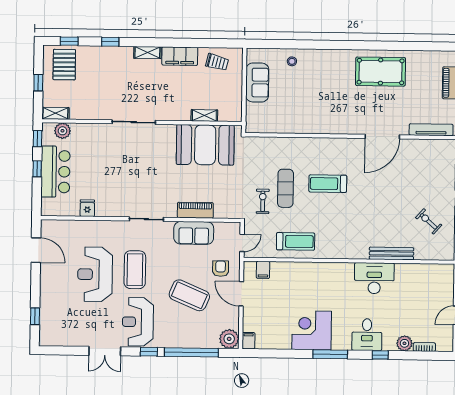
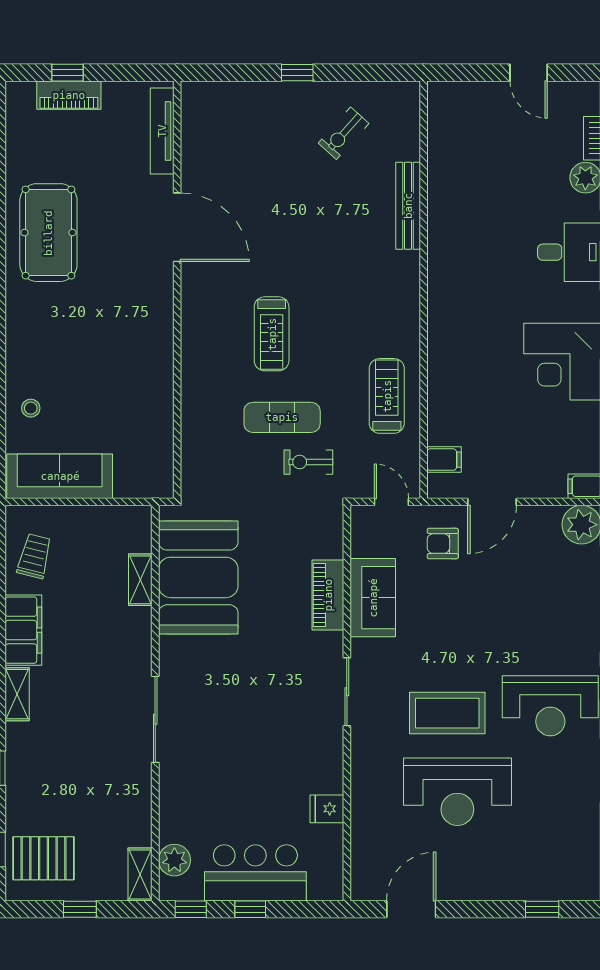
sofa: (257, 82) -> (60, 476), width x1.36
desk: (374, 278) -> (458, 239), removed
coffee table: (189, 295) -> (496, 605), removed

